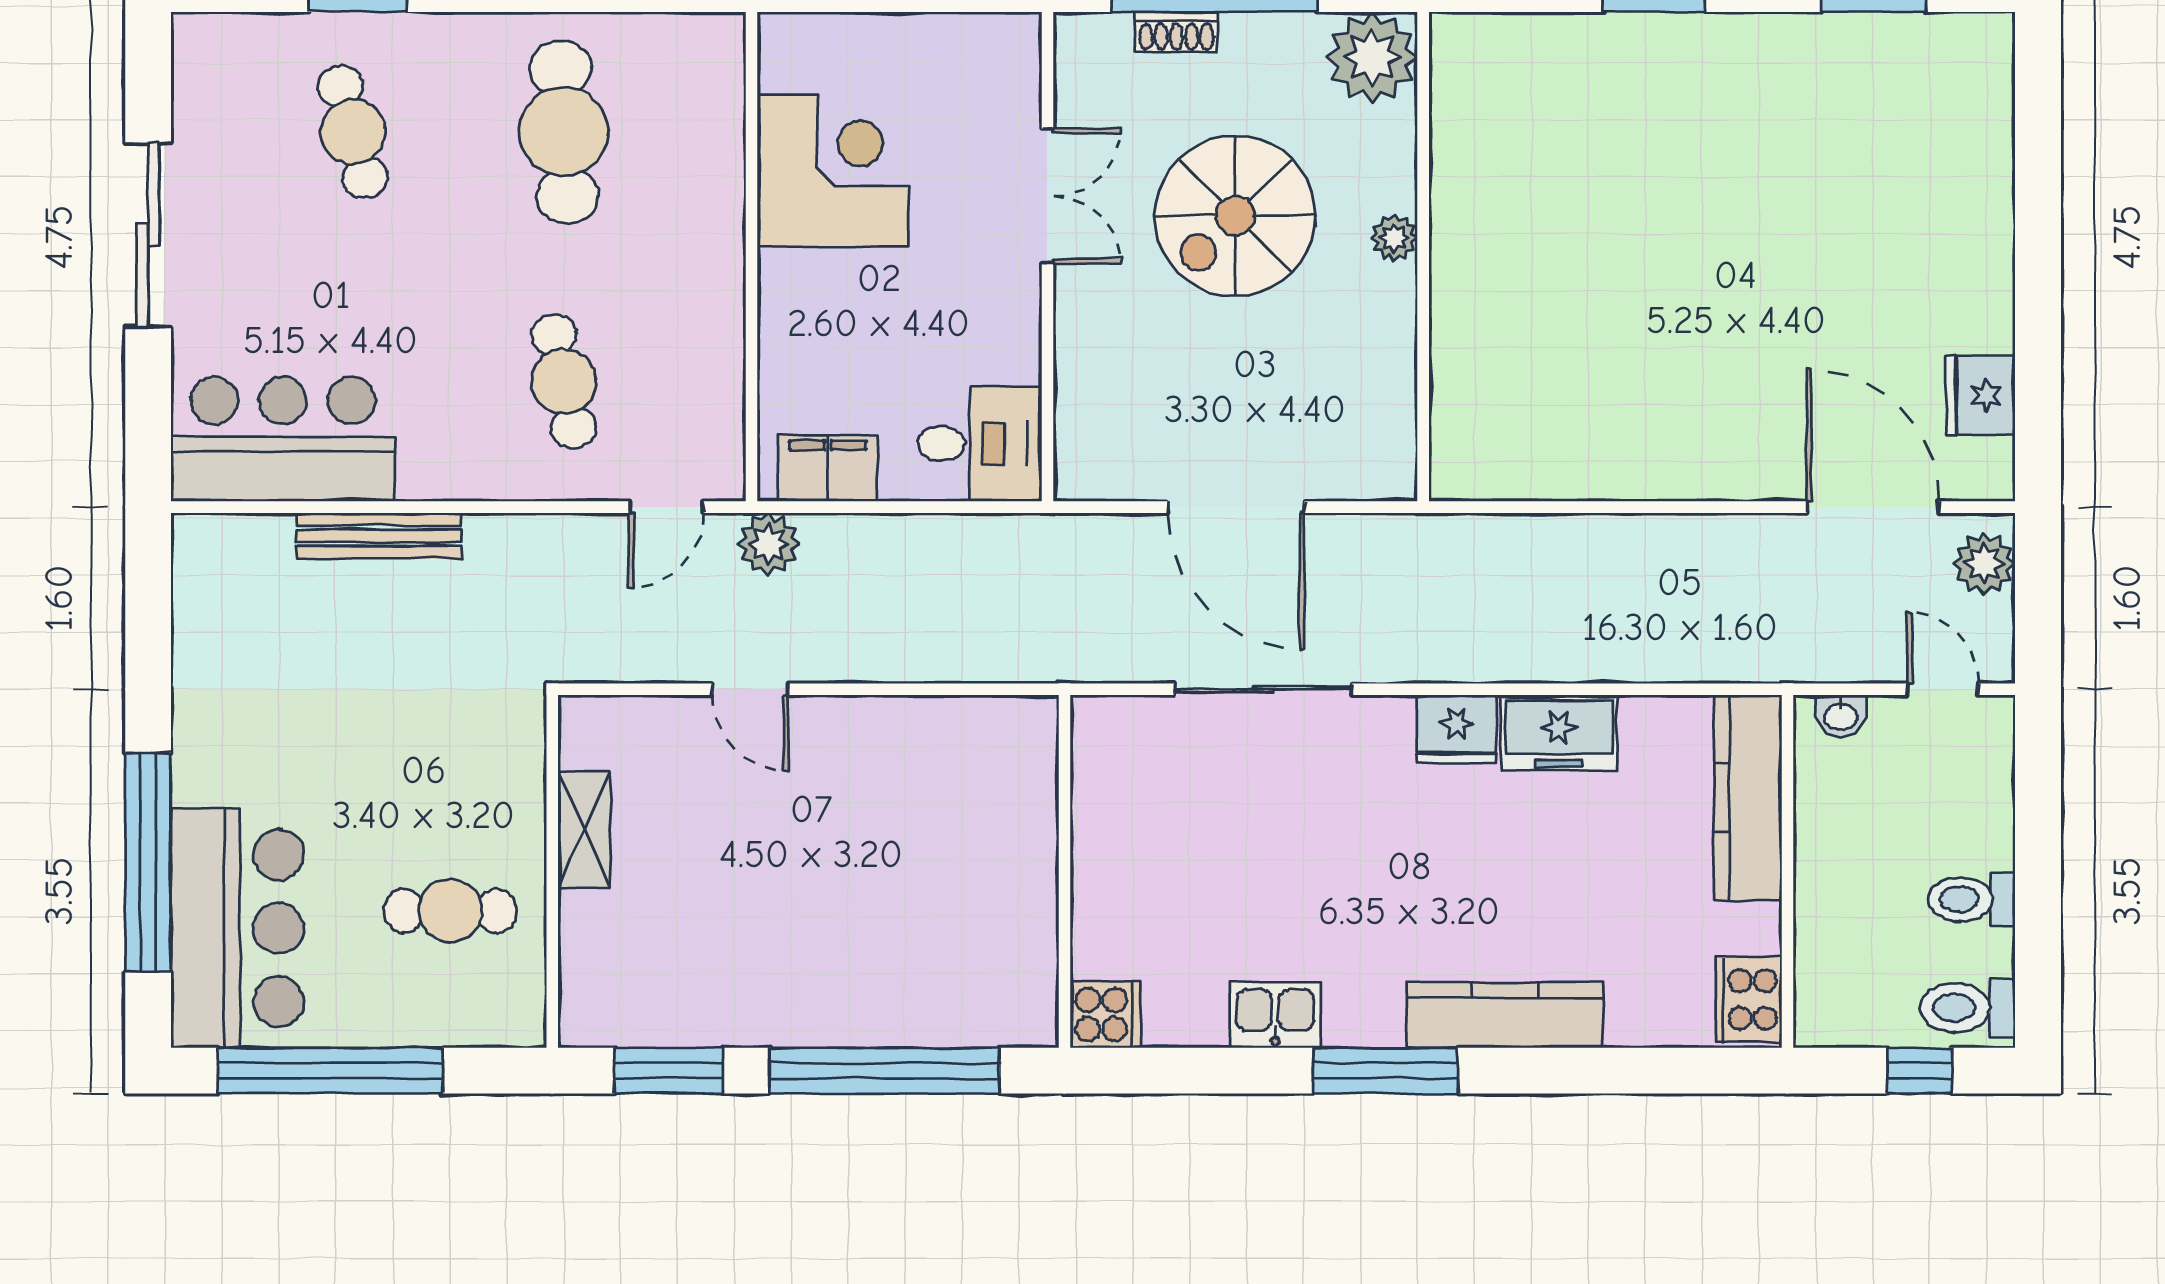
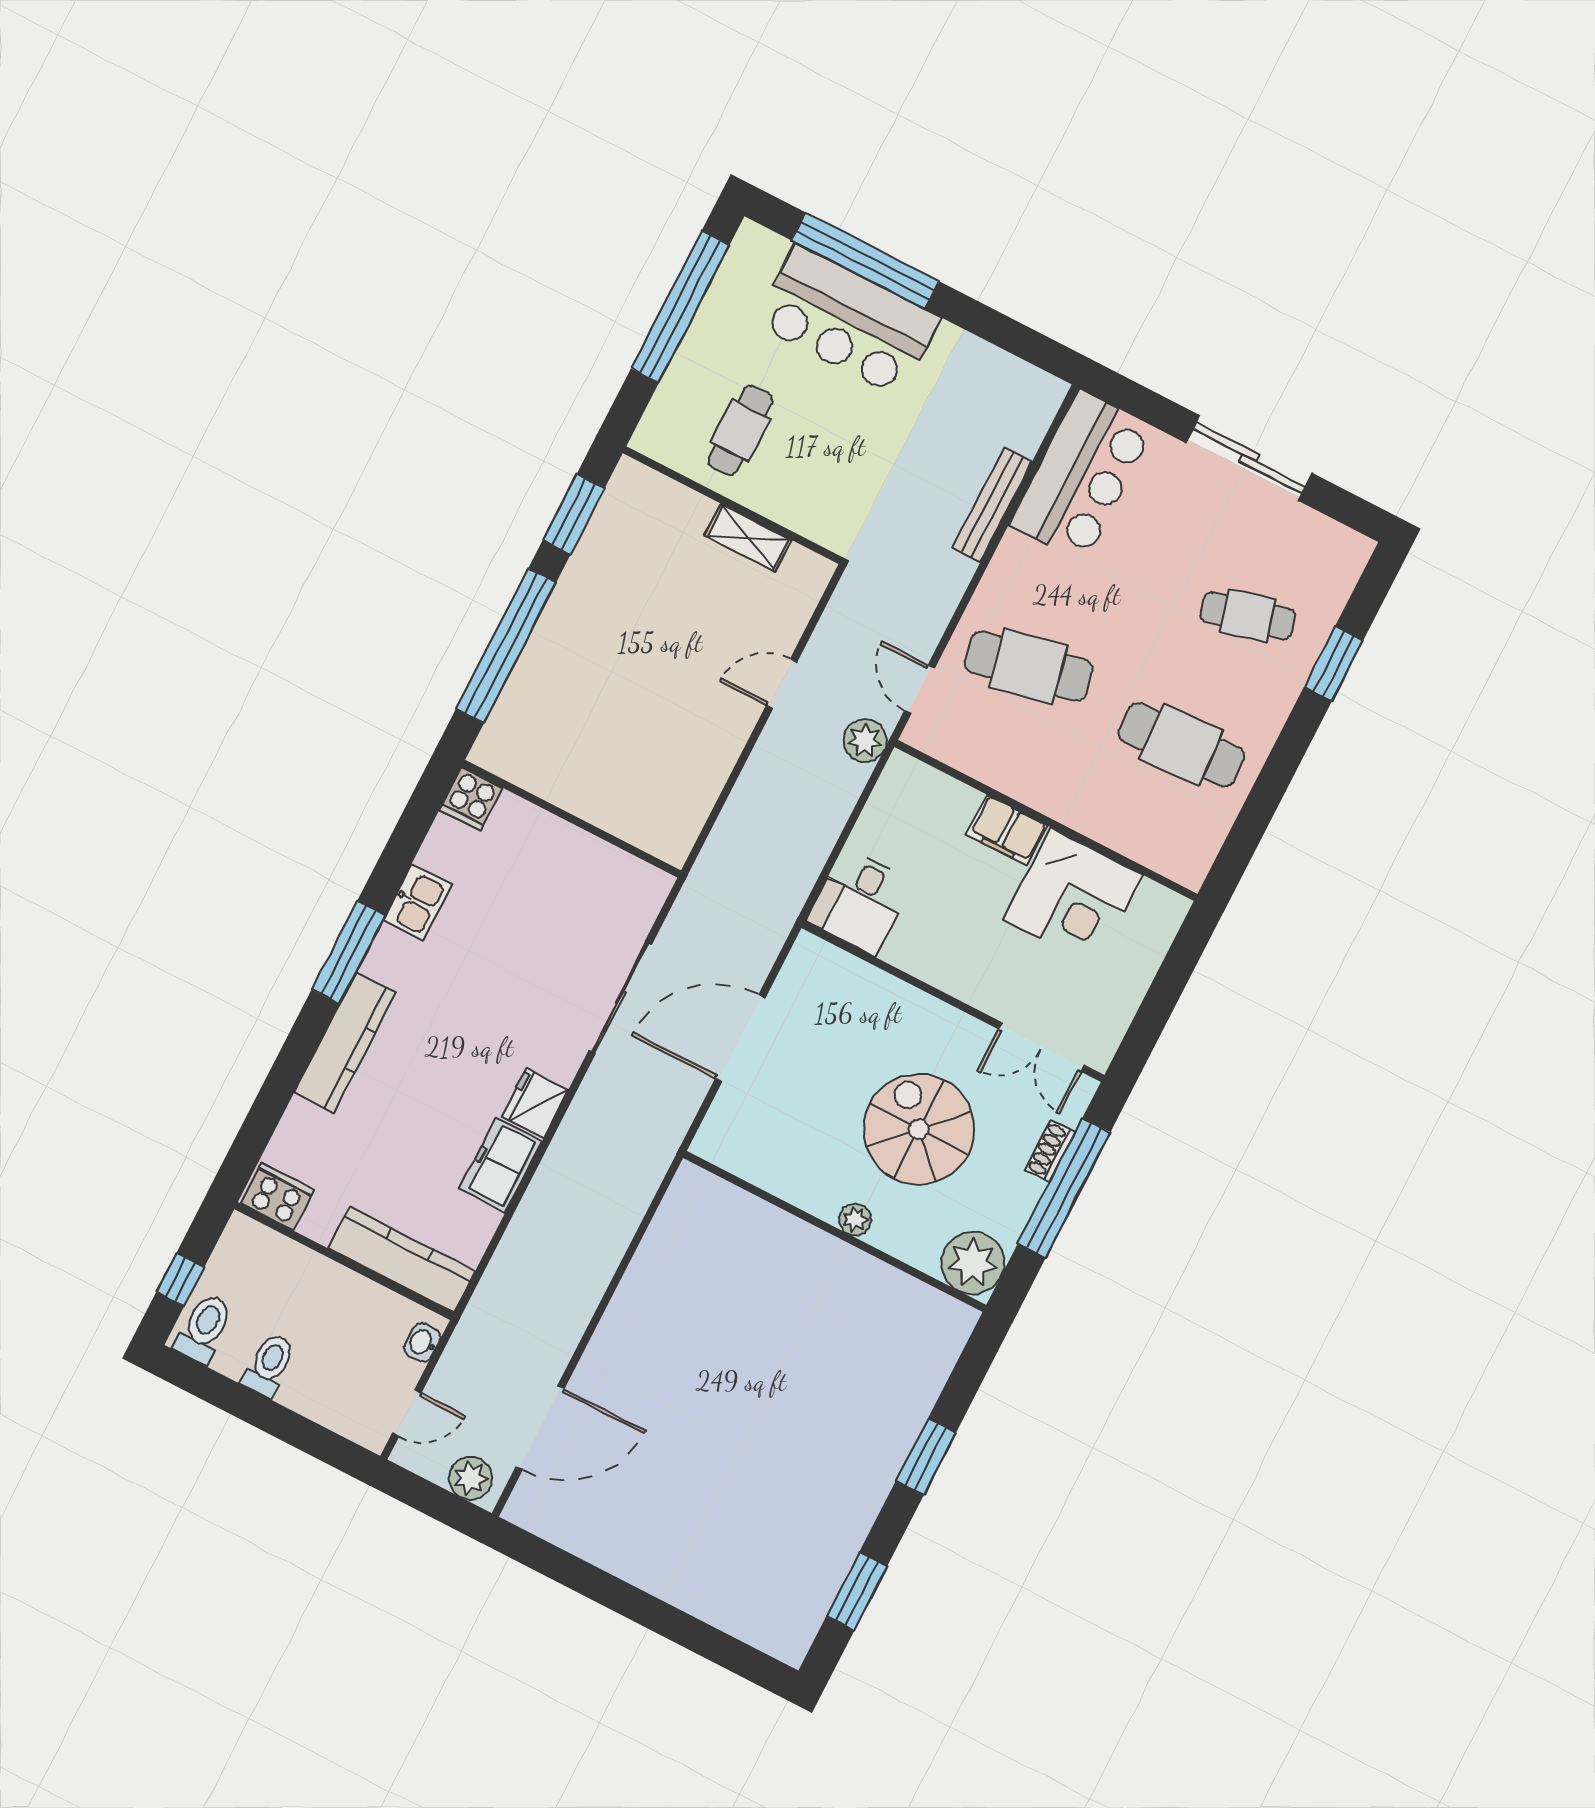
double door: (1047, 196) -> (1041, 1047), moved
cafe table: (564, 381) -> (1029, 666), width x1.37, depth x1.35
fridge: (1981, 396) -> (574, 1529), removed
filing cabinet: (828, 468) -> (1007, 830), moved, turned 90
bar counter: (237, 928) -> (848, 321), moved

